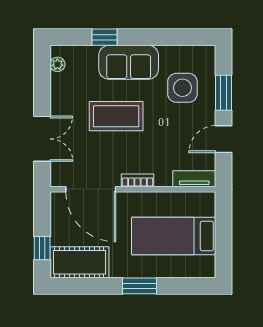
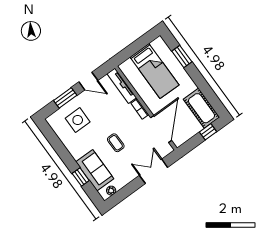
sofa: (129, 62) -> (95, 170), moved
coffee table: (116, 116) -> (116, 143), width x0.54, depth x0.58
tv unit: (194, 179) -> (122, 86), width x1.41
window: (140, 286) -> (182, 56), moved

